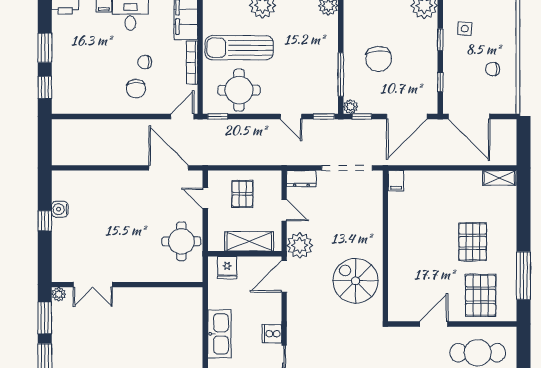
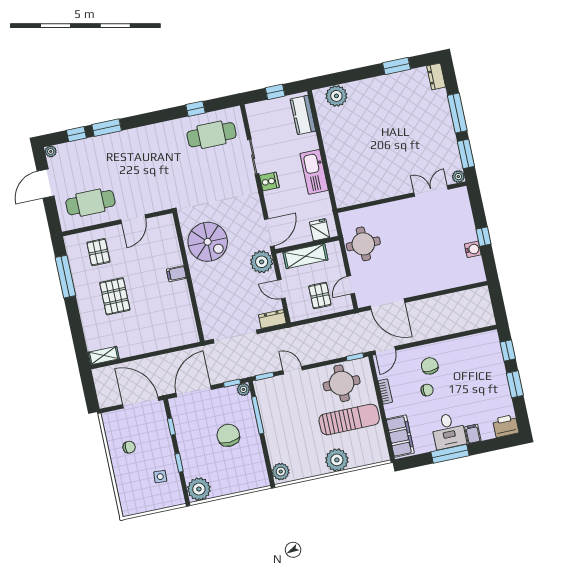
bookcase: (192, 63) -> (385, 392), width x0.64
filing cabinet: (396, 181) -> (176, 274), moved, turned -90
door: (205, 198) -> (351, 285), swing flipped
pallet: (481, 295) -> (98, 252), width x0.67, depth x0.71

